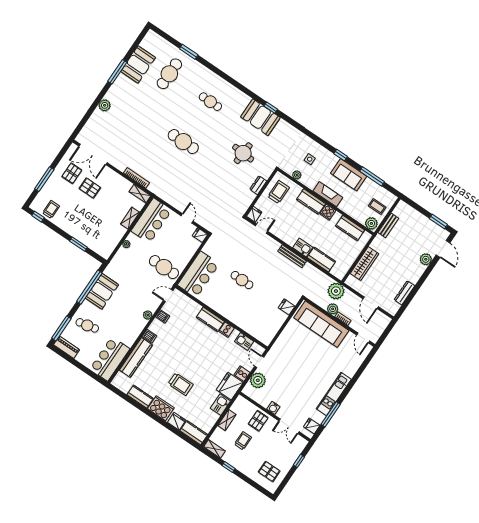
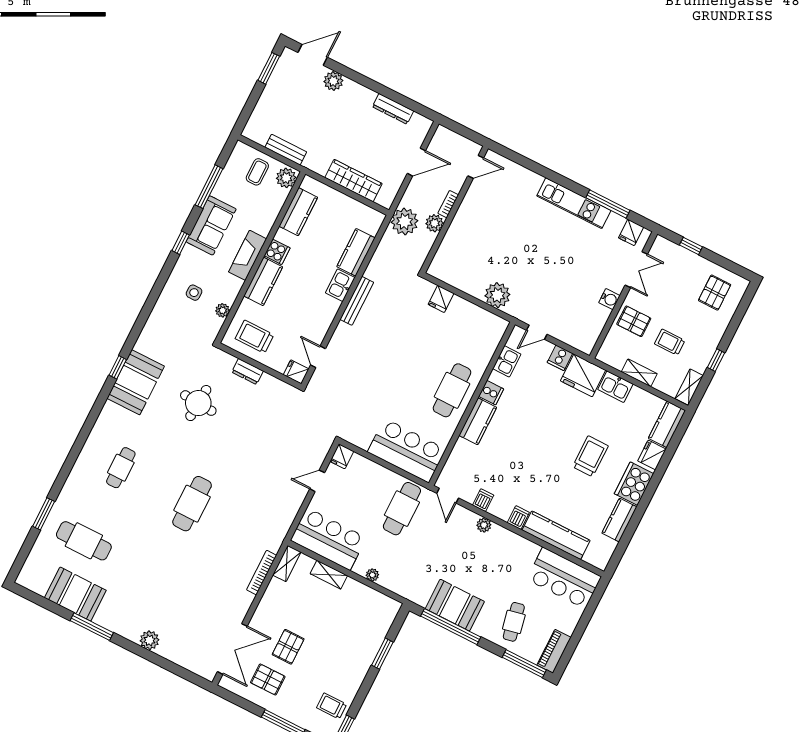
cafe table: (242, 280) -> (452, 390), moved, width x1.37, depth x1.35
sofa: (321, 324) -> (462, 238), removed
plant: (258, 380) -> (497, 295), moved

